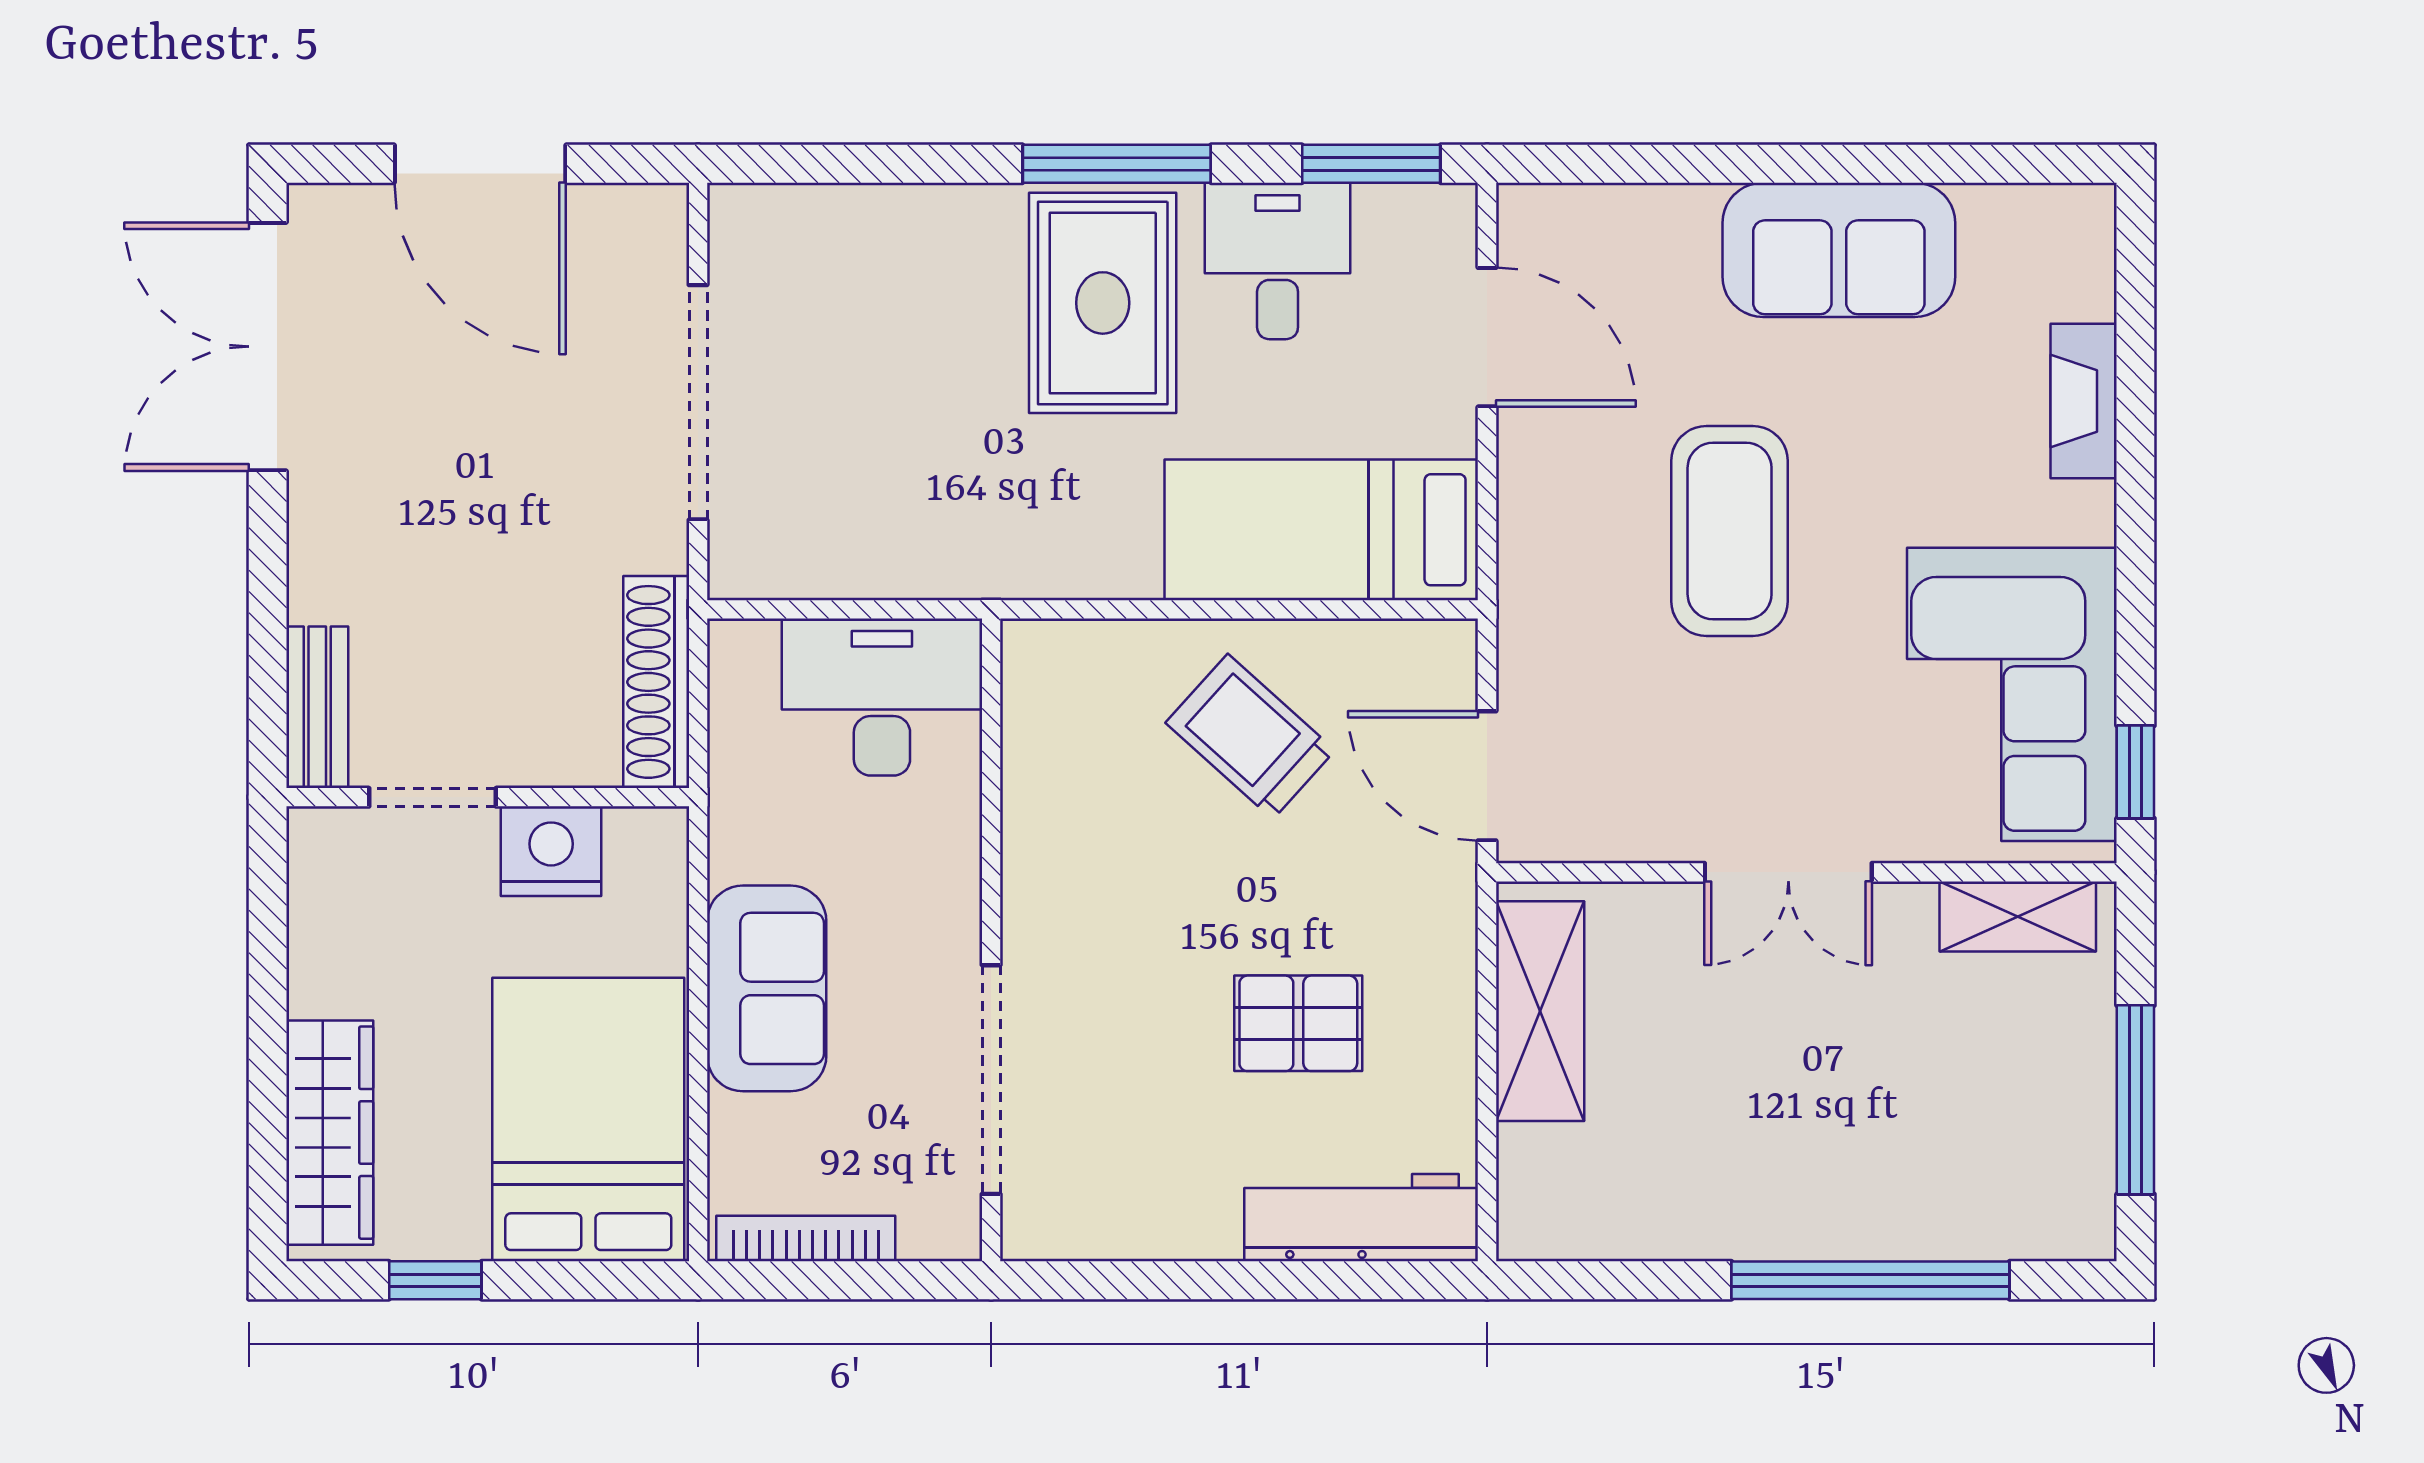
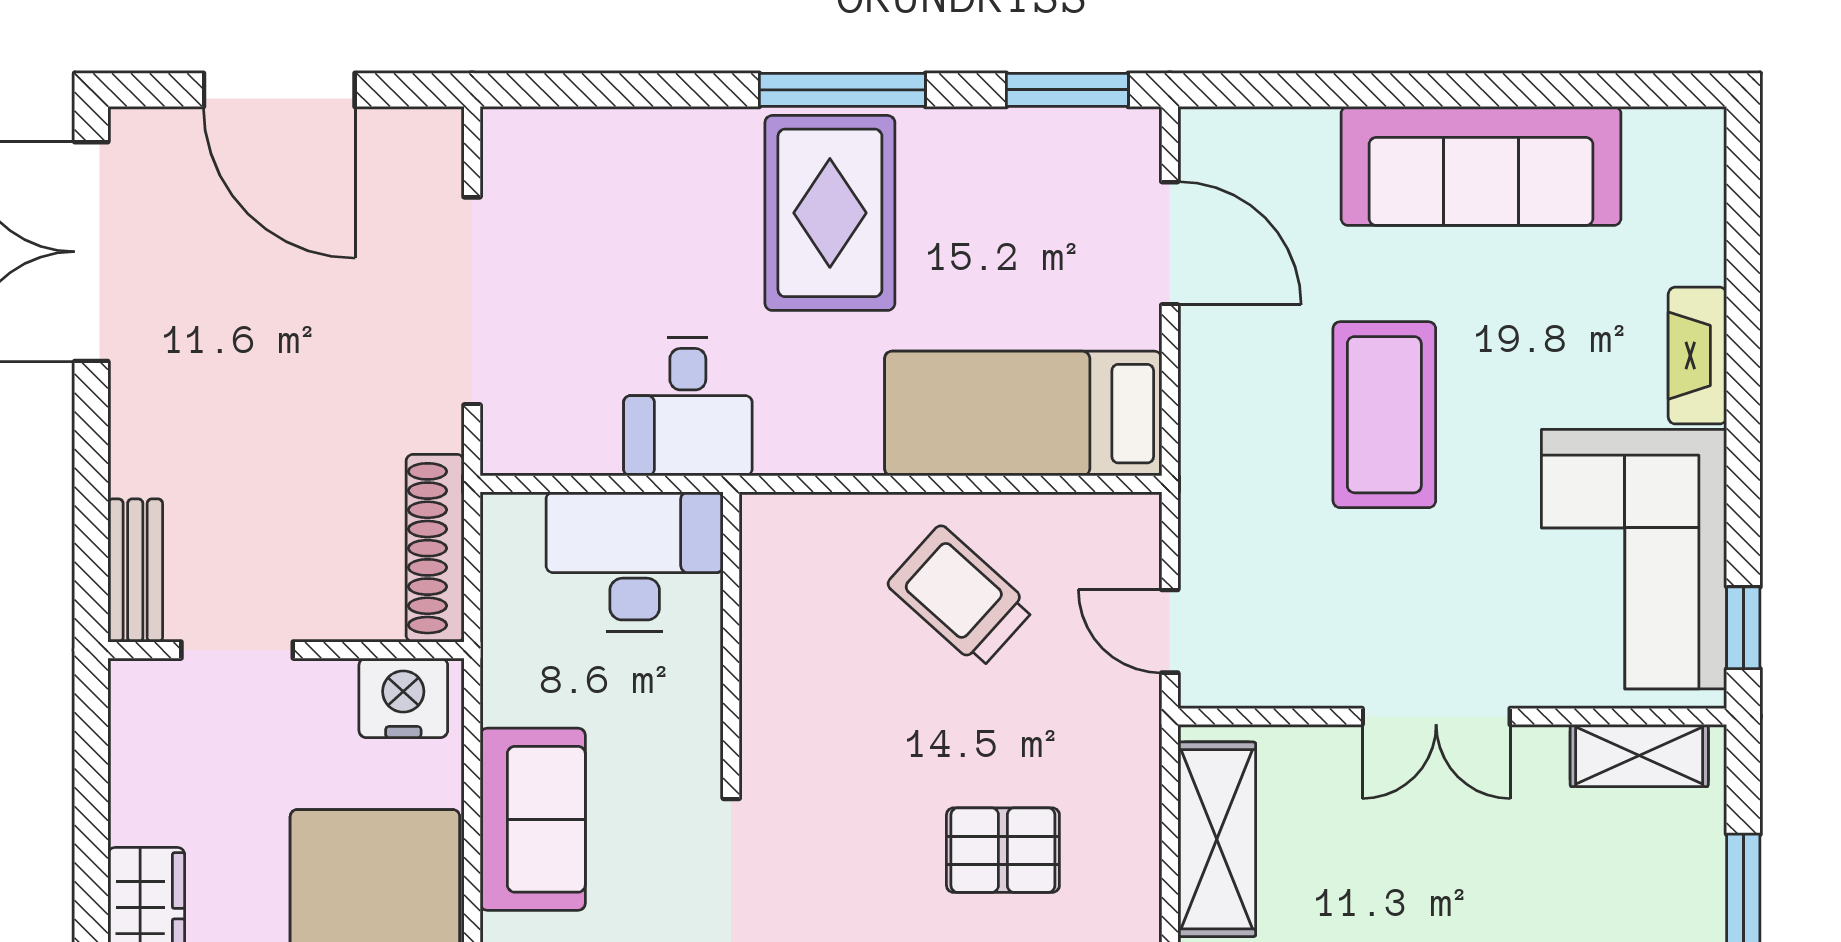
sofa: (1839, 250) -> (1481, 166), width x1.36
desk: (1278, 261) -> (688, 407), moved, turned 180
fireplace: (2084, 401) -> (1697, 356), moved
door: (1487, 776) -> (1170, 631), width x0.73
nightstand: (551, 851) -> (403, 698), moved

